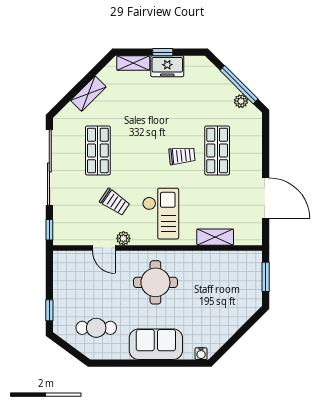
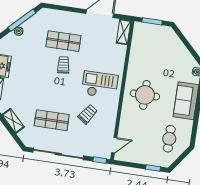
plant: (241, 101) -> (19, 31), moved
shelving: (215, 237) -> (124, 32), moved
plant: (123, 238) -> (113, 112), removed
door: (104, 248) -> (114, 145), moved

